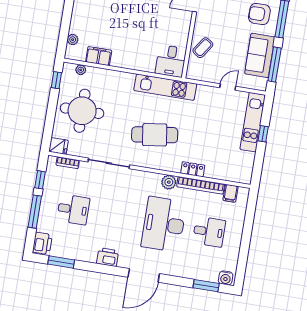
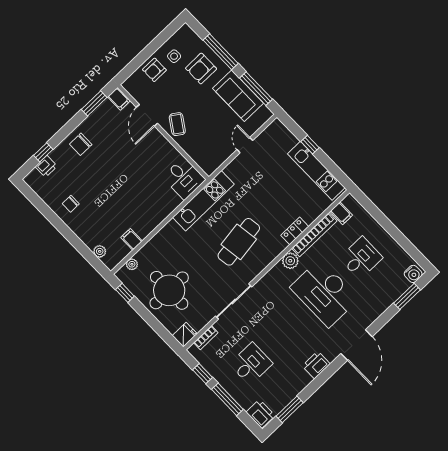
coffee table: (203, 48) -> (177, 124), moved
filing cabinet: (99, 56) -> (132, 239), width x0.50
kitchen unit: (253, 122) -> (316, 171), moved

